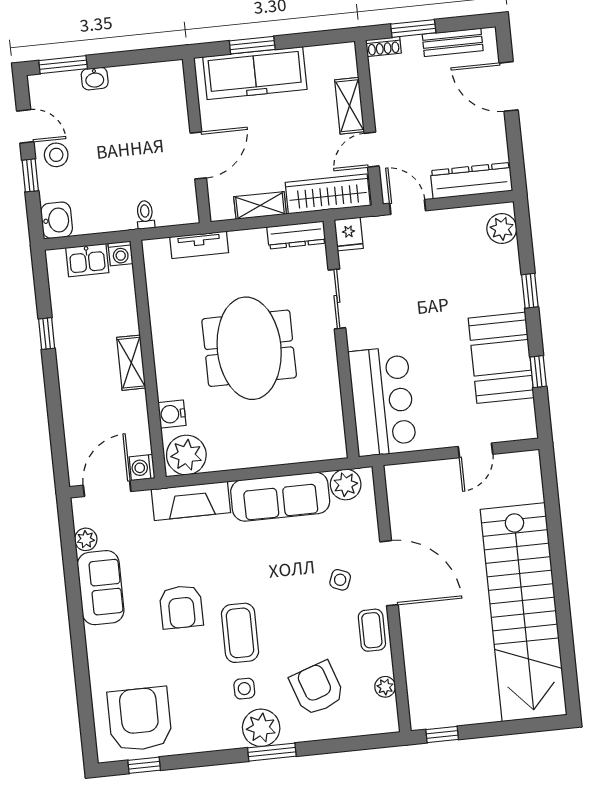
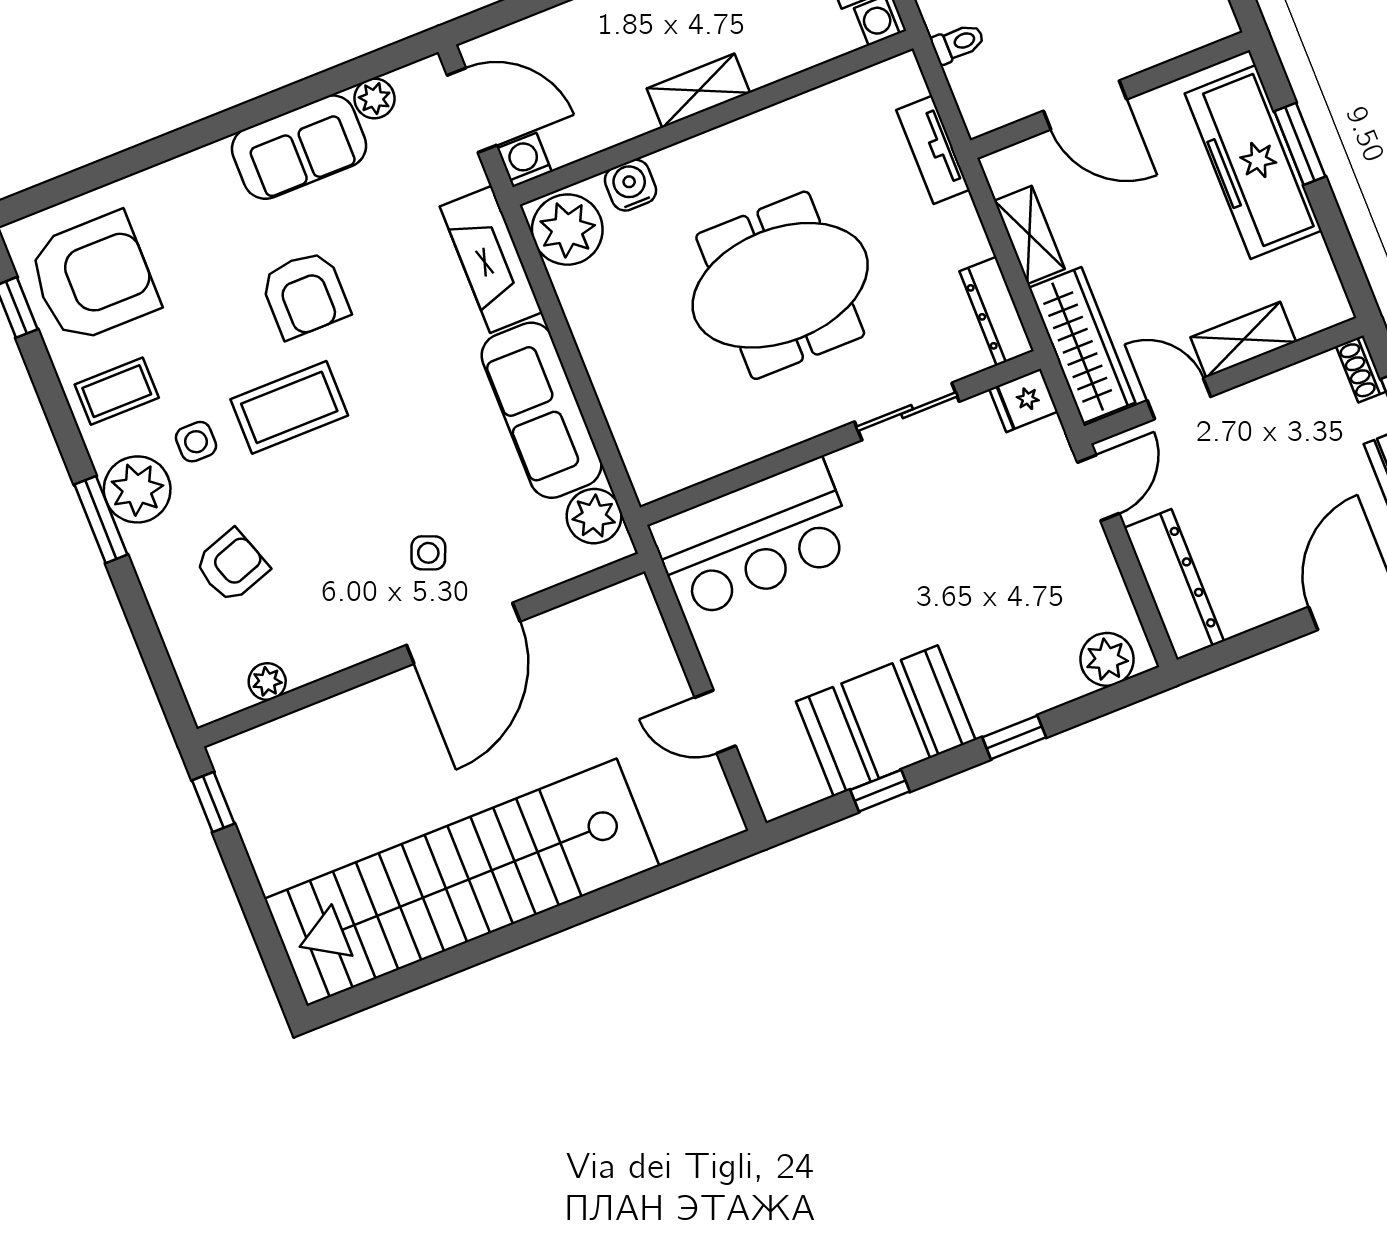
armchair: (181, 607) -> (305, 294), turned -90
coffee table: (372, 630) -> (117, 391), moved
armchair: (317, 688) -> (232, 566), width x0.72, depth x0.72

